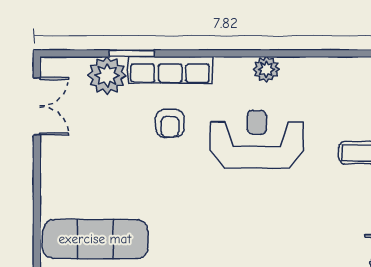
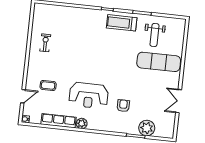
row of seats: (170, 70) -> (59, 121), moved
double door: (37, 106) -> (179, 101), moved

